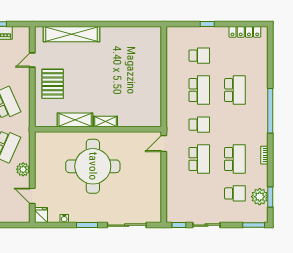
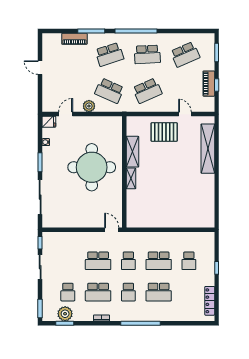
school desk: (235, 125) -> (128, 292), added

